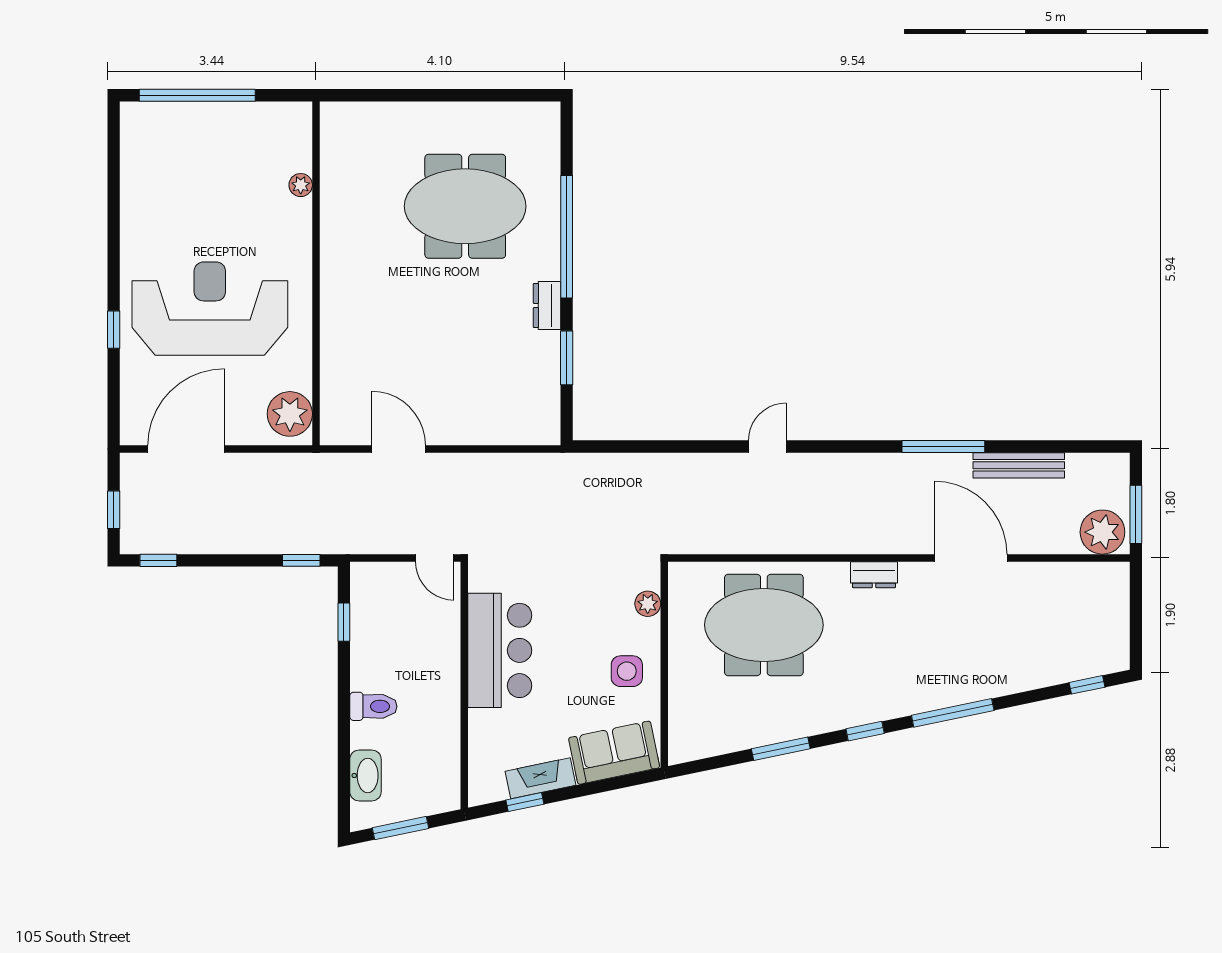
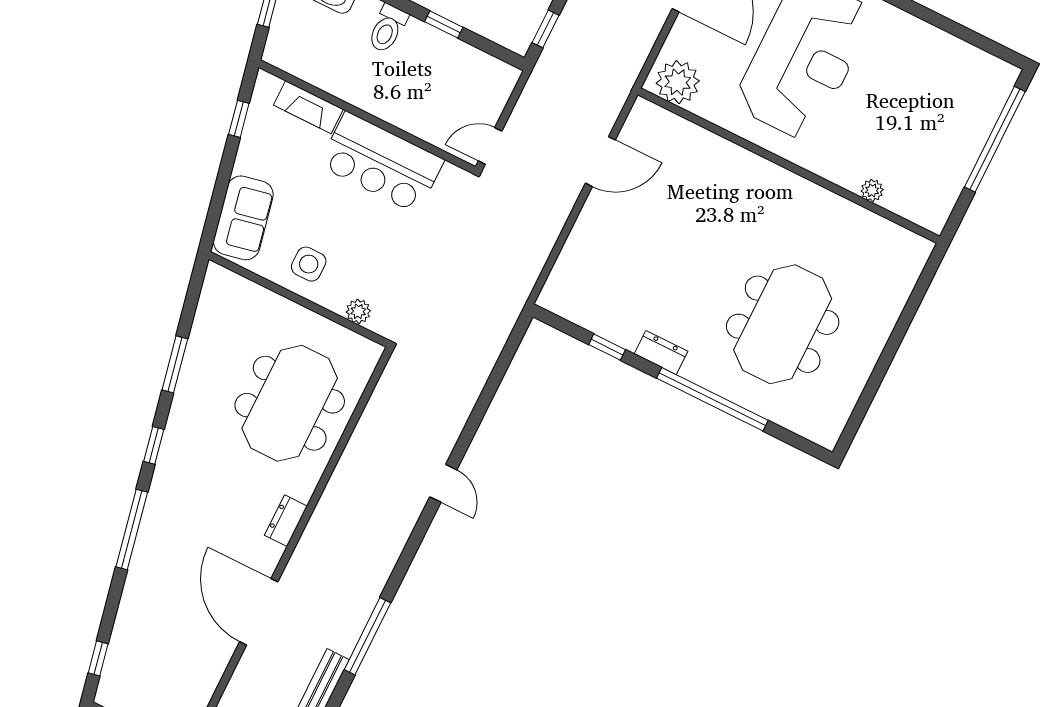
window: (567, 358) -> (607, 347), width x0.67
door: (971, 558) -> (259, 612), swing flipped
window: (344, 622) -> (444, 24), moved
fireplace: (540, 778) -> (308, 107), moved, turned 102

